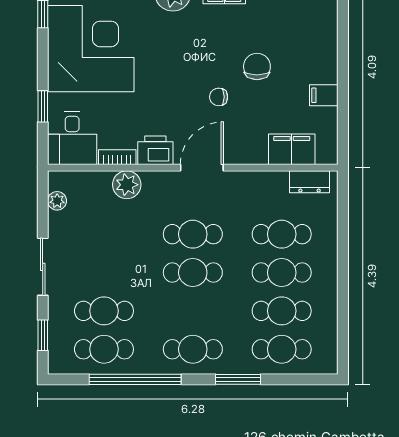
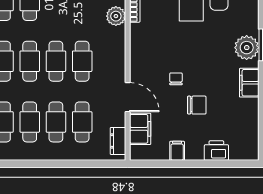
printer: (155, 150) -> (216, 151), moved, turned -90
door: (202, 168) -> (128, 97), moved
cafe table: (193, 311) -> (30, 61), added

